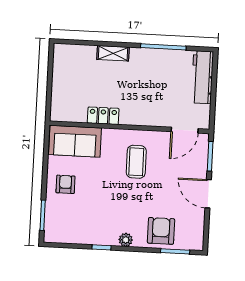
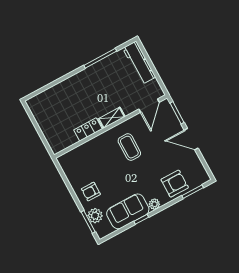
shelving: (113, 53) -> (112, 118), moved
sofa: (75, 141) -> (128, 211), moved, turned 180
armchair: (65, 184) -> (91, 192), turned -90
plant: (54, 213) -> (95, 216), added
armchair: (161, 231) -> (175, 184), turned 90

